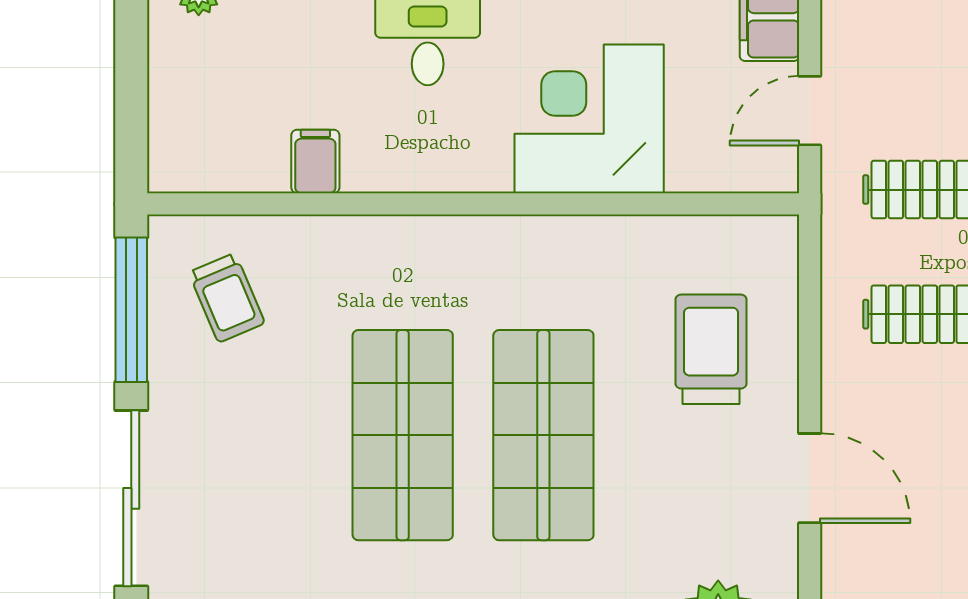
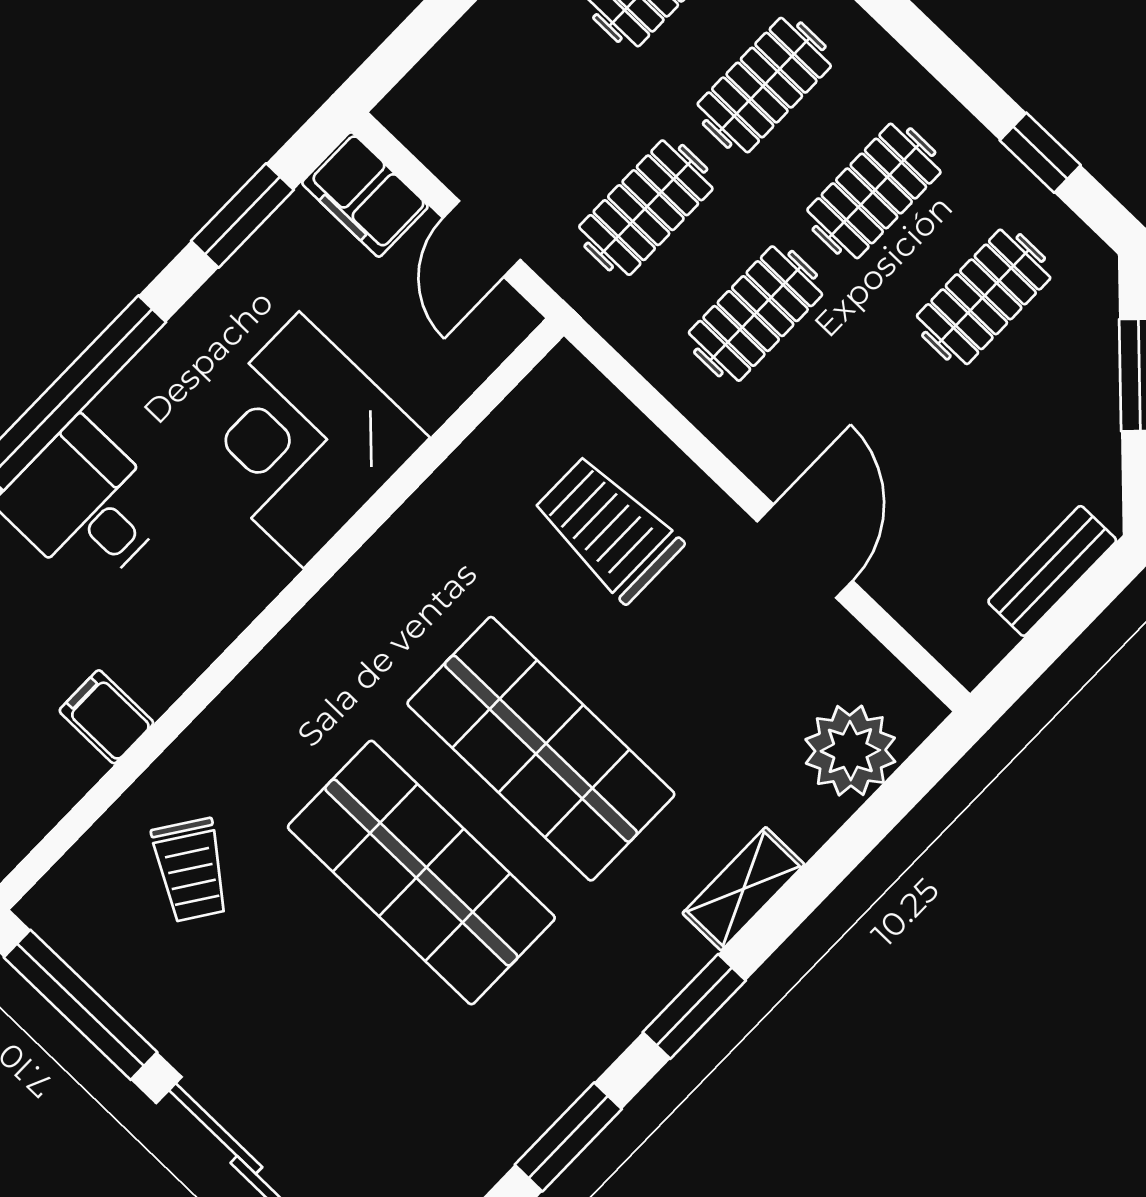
trolley: (227, 298) -> (191, 870), moved, turned 57
door: (810, 478) -> (805, 551), hinge flipped

